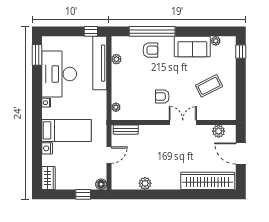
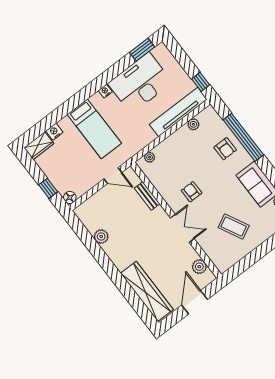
bench: (126, 130) -> (147, 196), moved
nightstand: (47, 148) -> (54, 132), moved
door: (109, 155) -> (113, 176), moved

